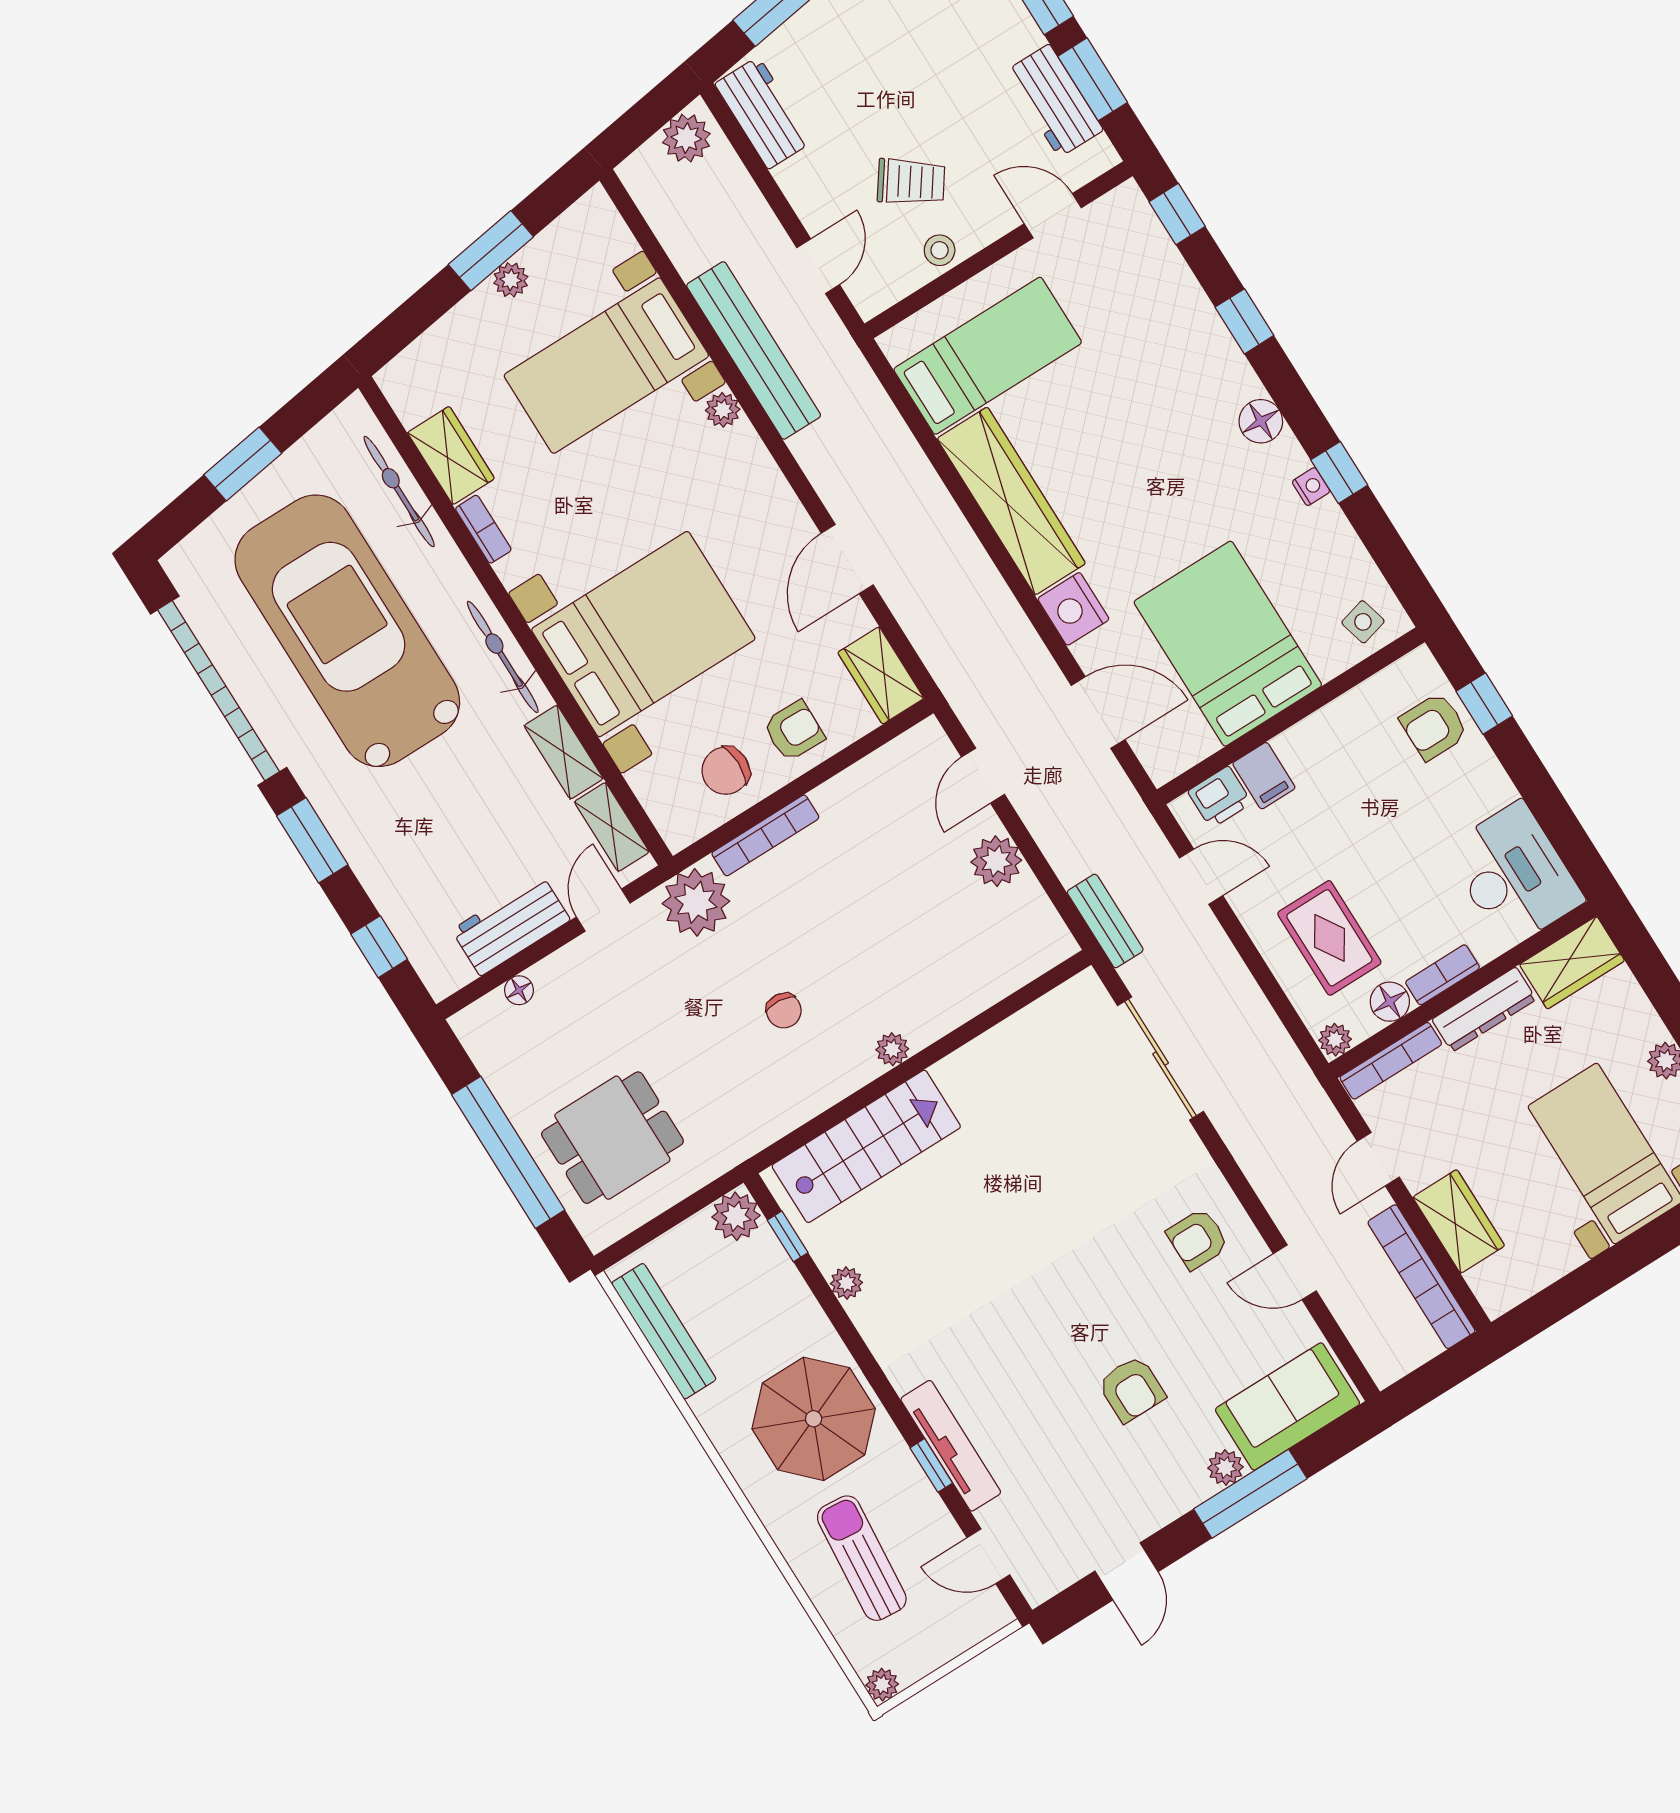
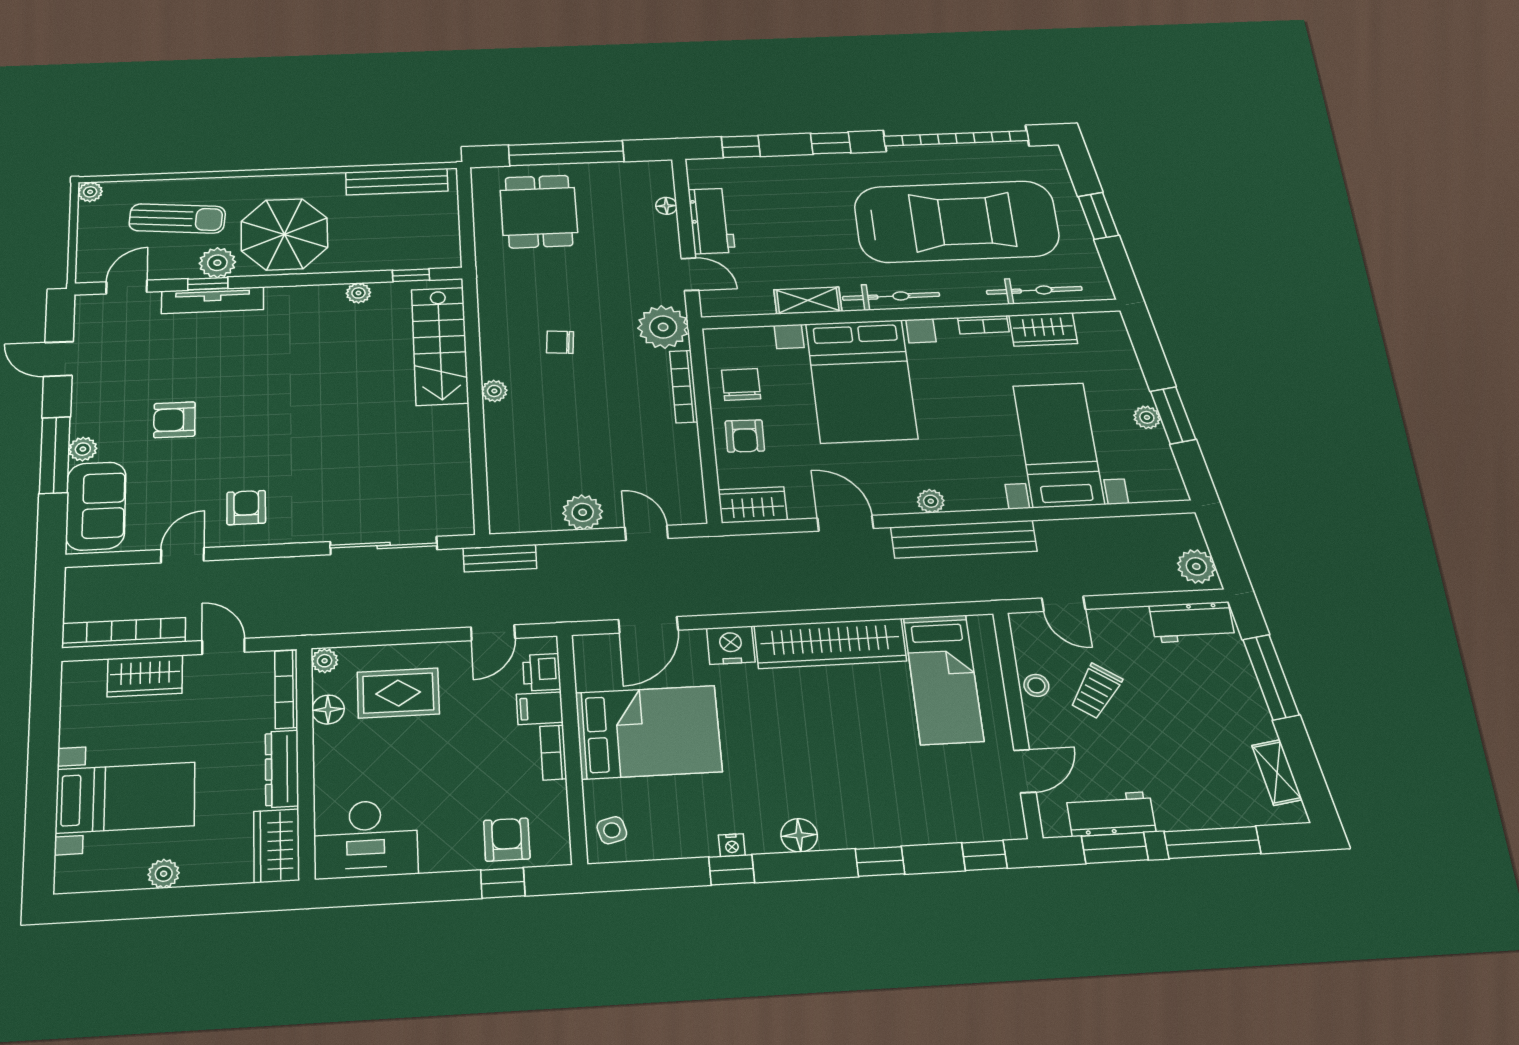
bench: (754, 350) -> (964, 539), moved
plant: (723, 410) -> (931, 501), moved
shelving: (612, 827) -> (742, 304), removed
window: (312, 840) -> (831, 143), width x0.67
bookcase: (1443, 975) -> (553, 753), moved, turned 180
plant: (736, 1216) -> (217, 263), moved

